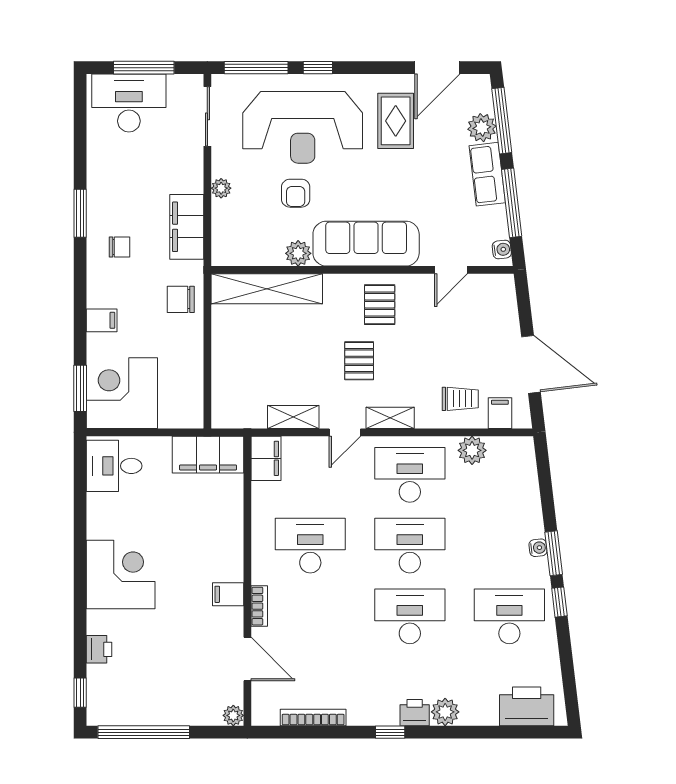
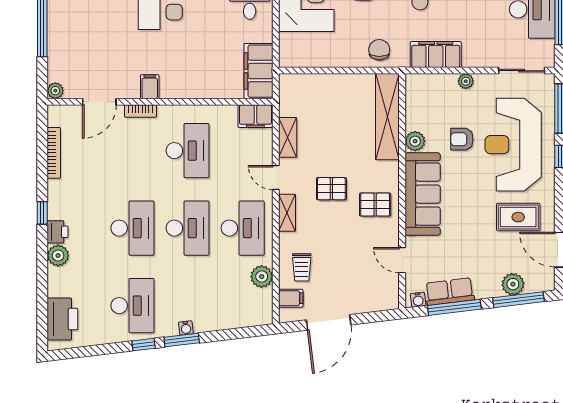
row of seats: (487, 174) -> (450, 292), moved

